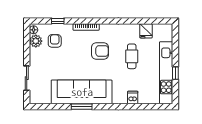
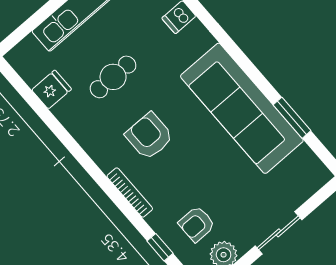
sliding door: (27, 78) -> (278, 233), moved
window: (82, 107) -> (292, 118), moved

